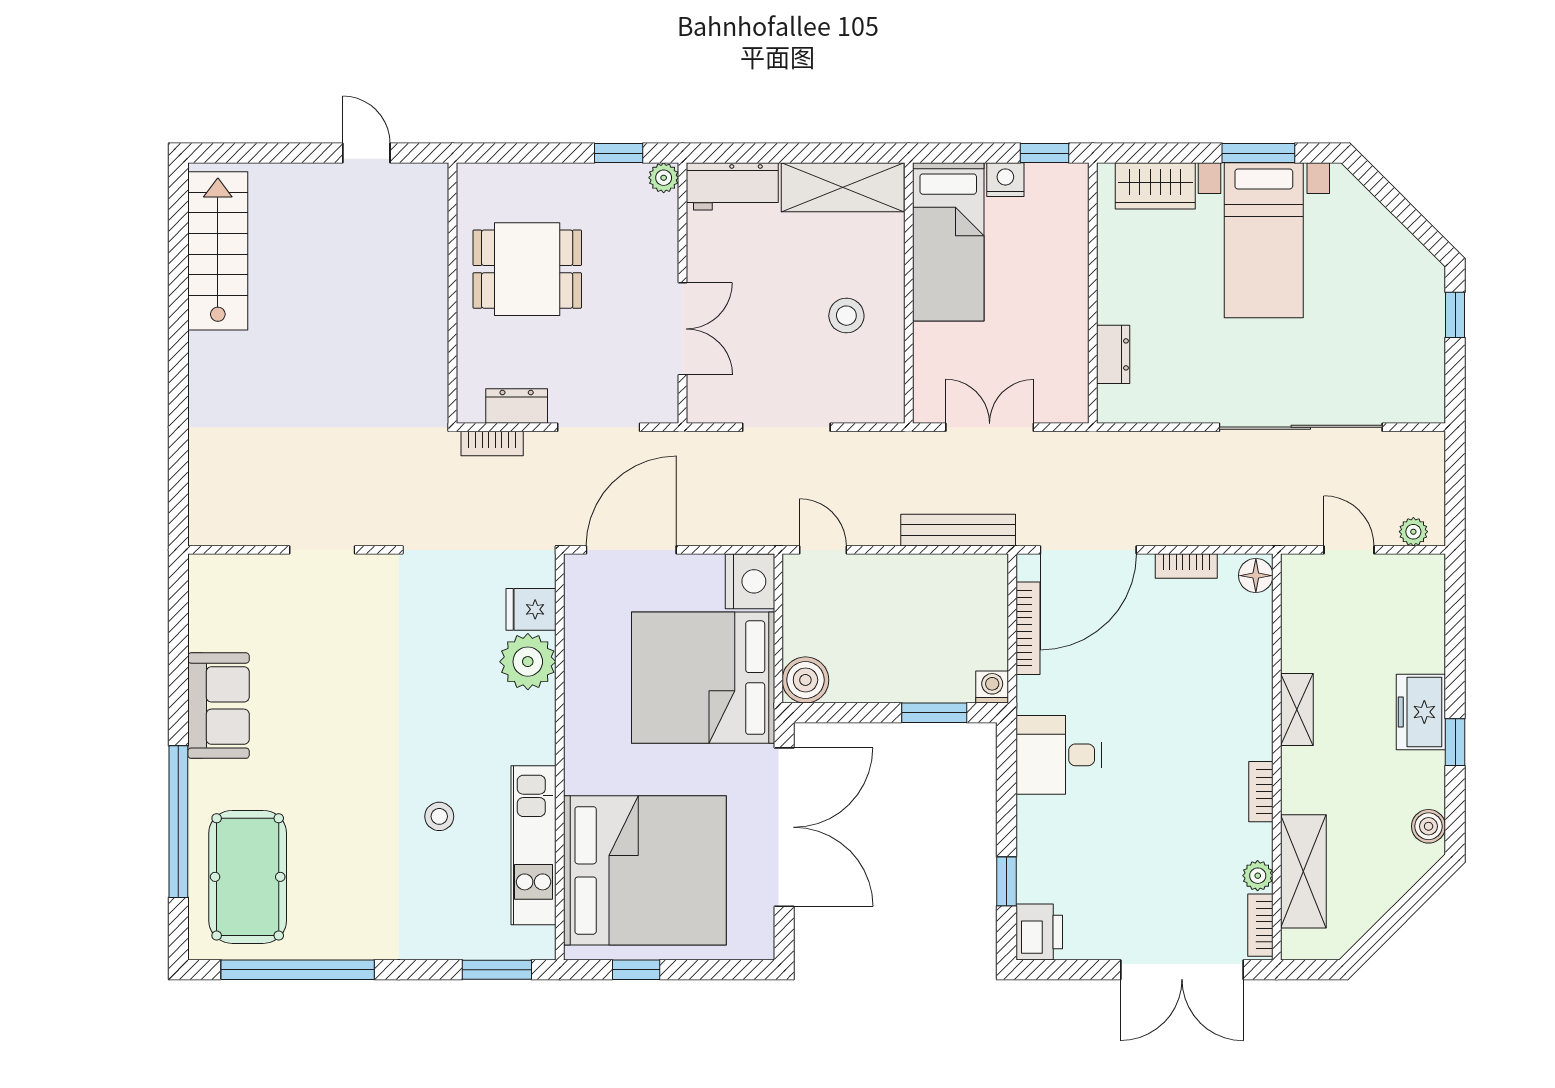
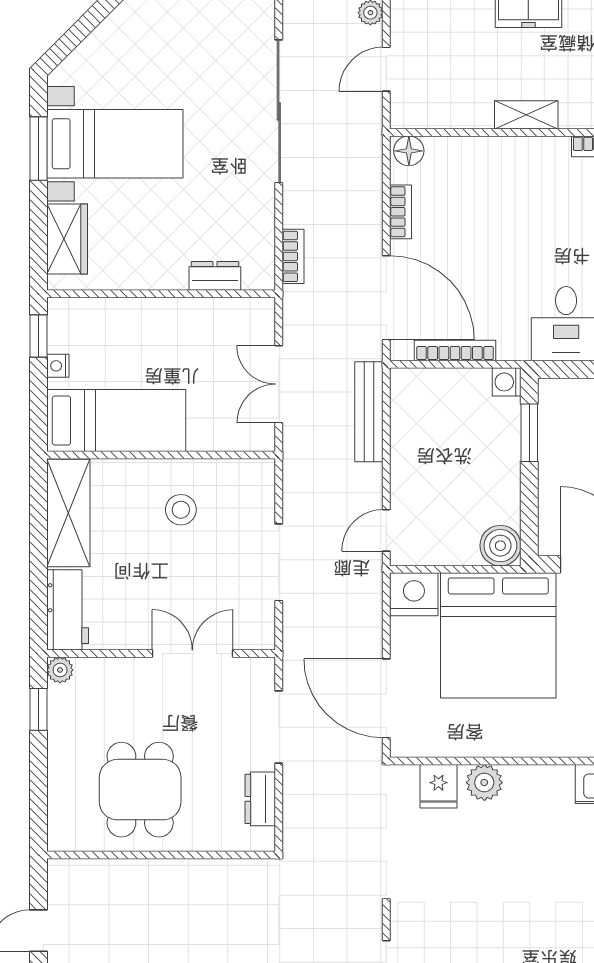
nightstand: (1005, 180) -> (58, 366), width x0.72, depth x0.74
bookcase: (492, 443) -> (293, 256), moved
plant: (528, 662) -> (484, 783), width x0.73, depth x0.73

